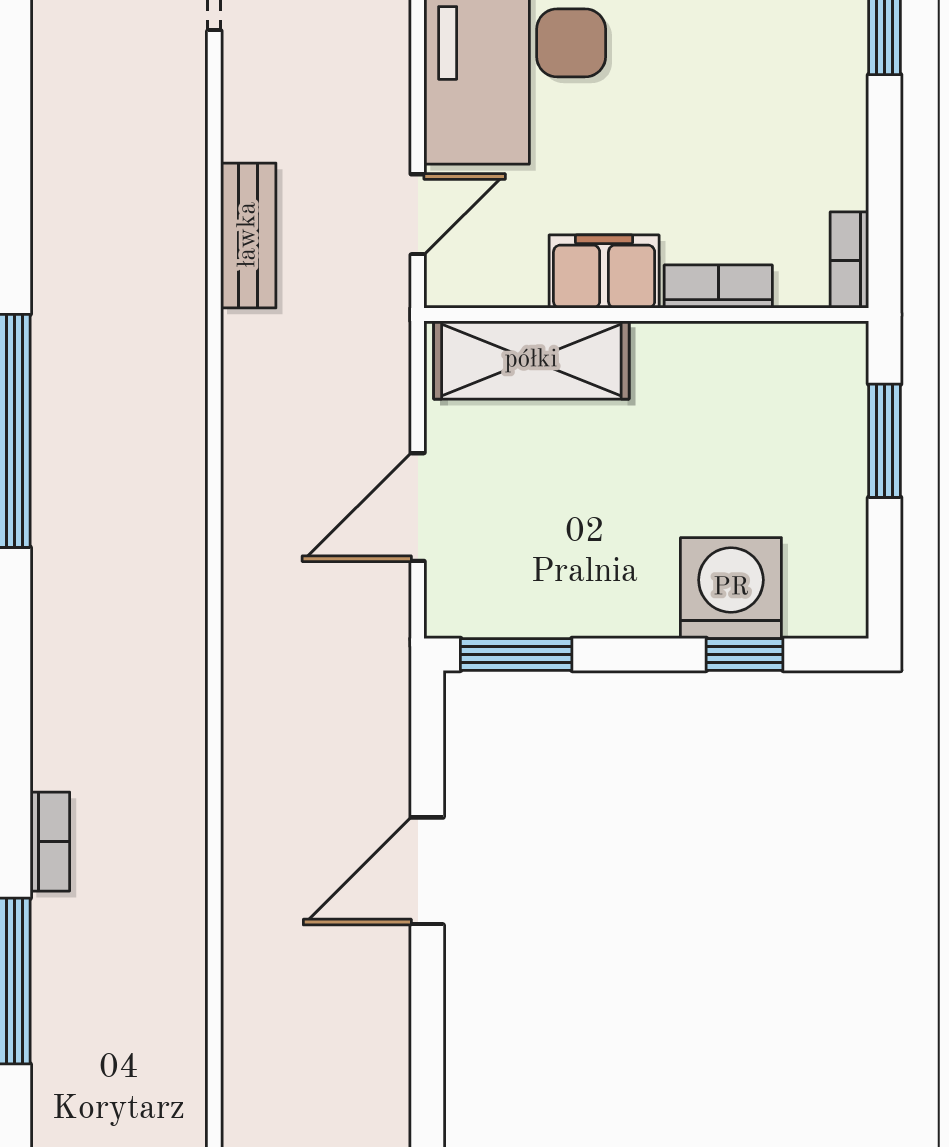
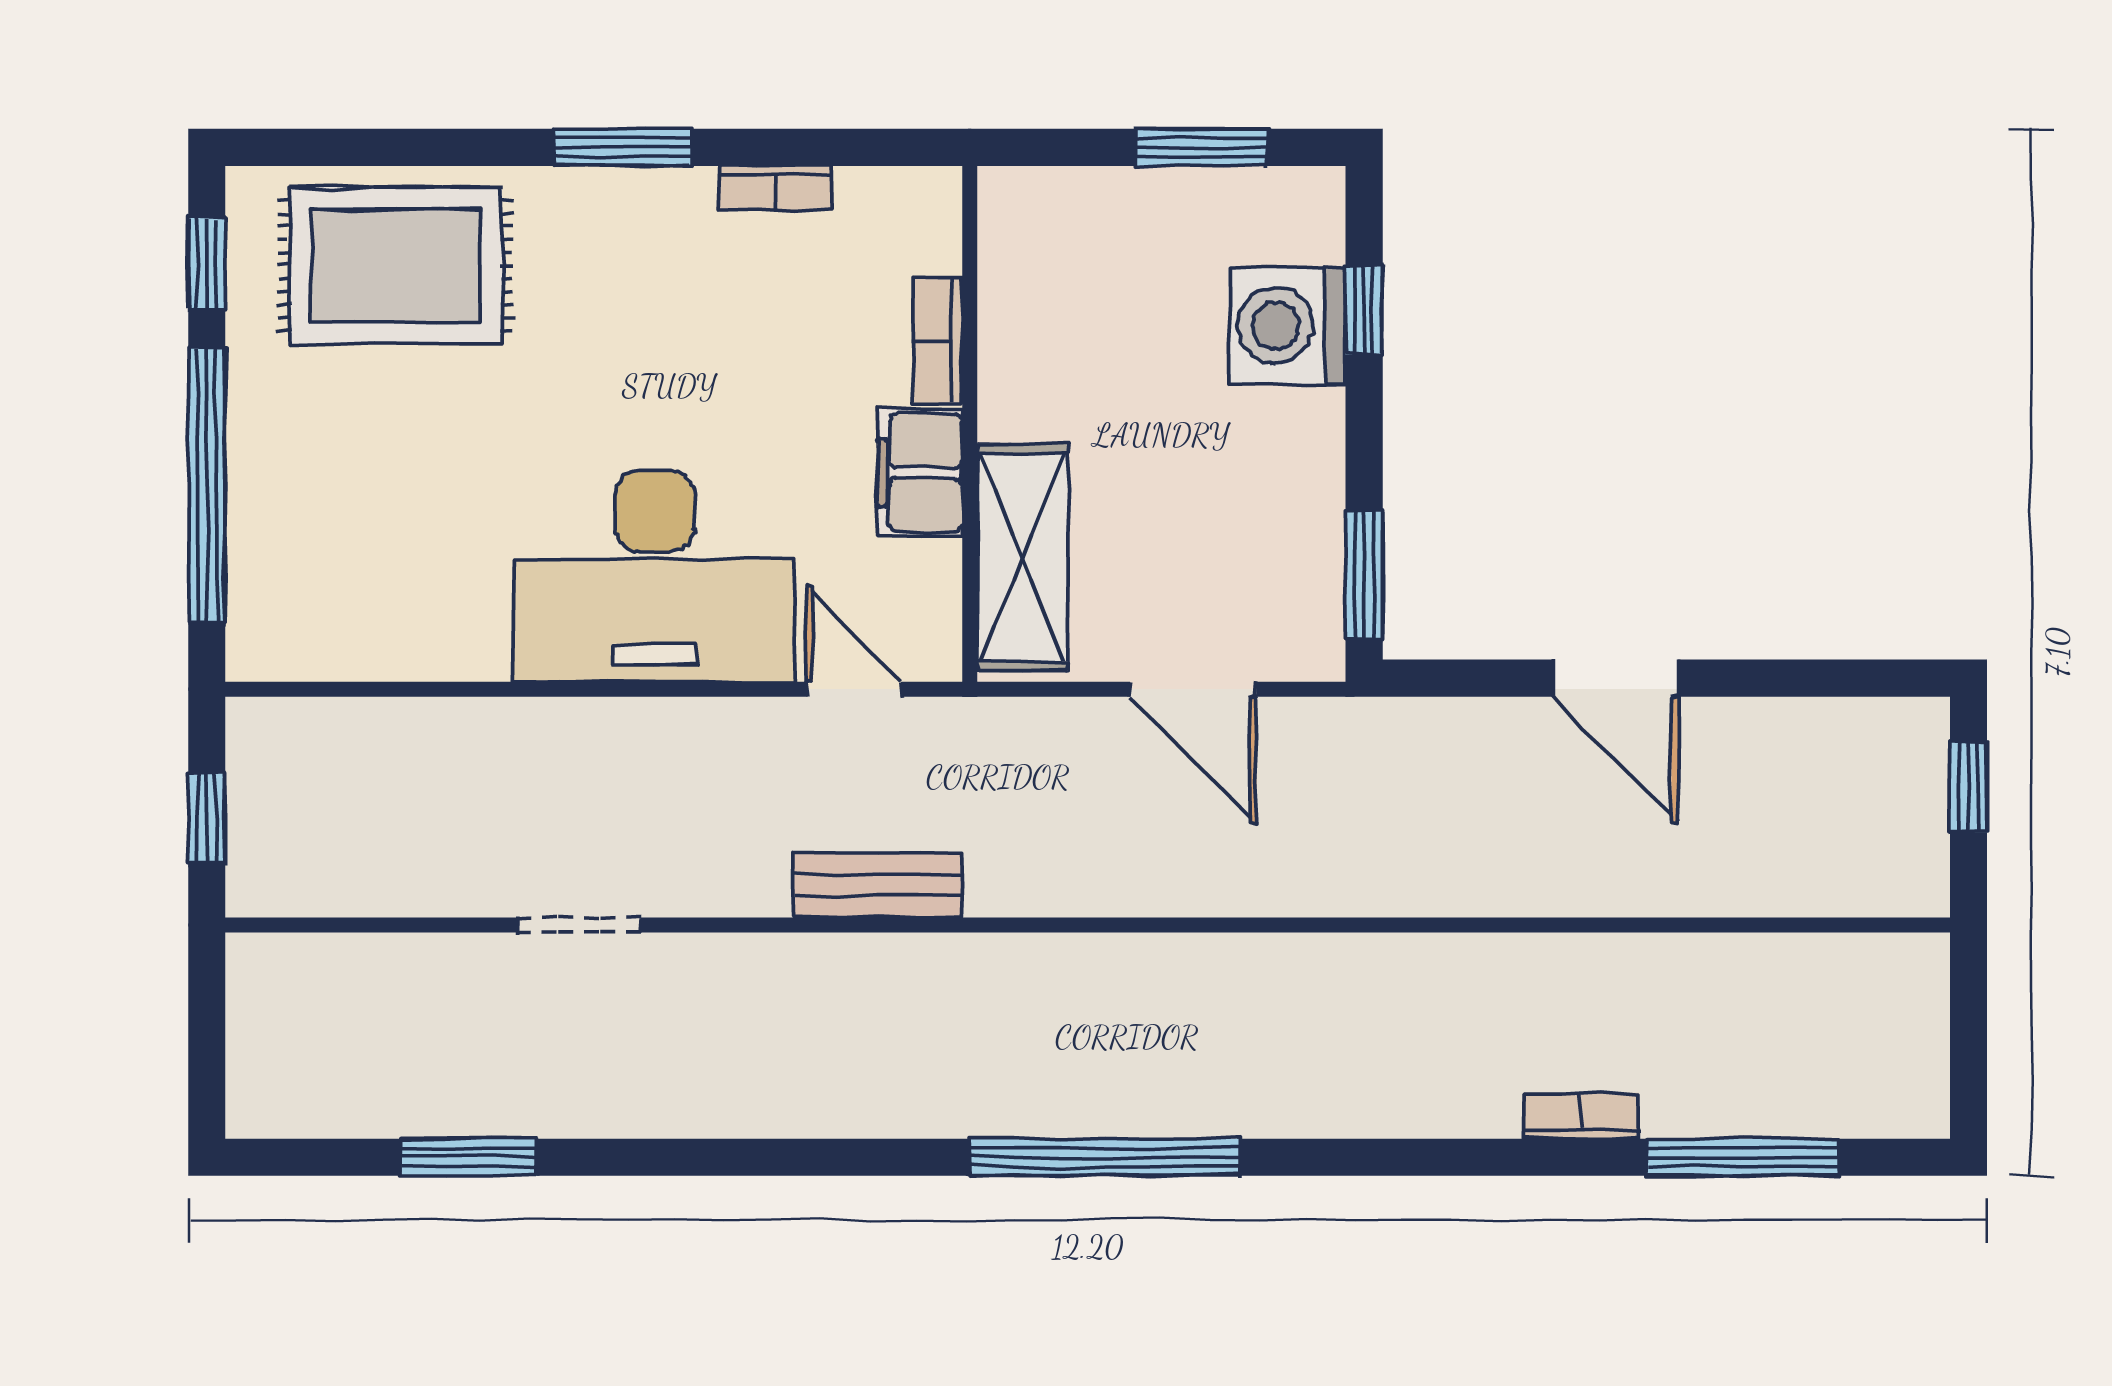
bookcase: (849, 260) -> (776, 188), moved
window: (885, 441) -> (1201, 147), moved

